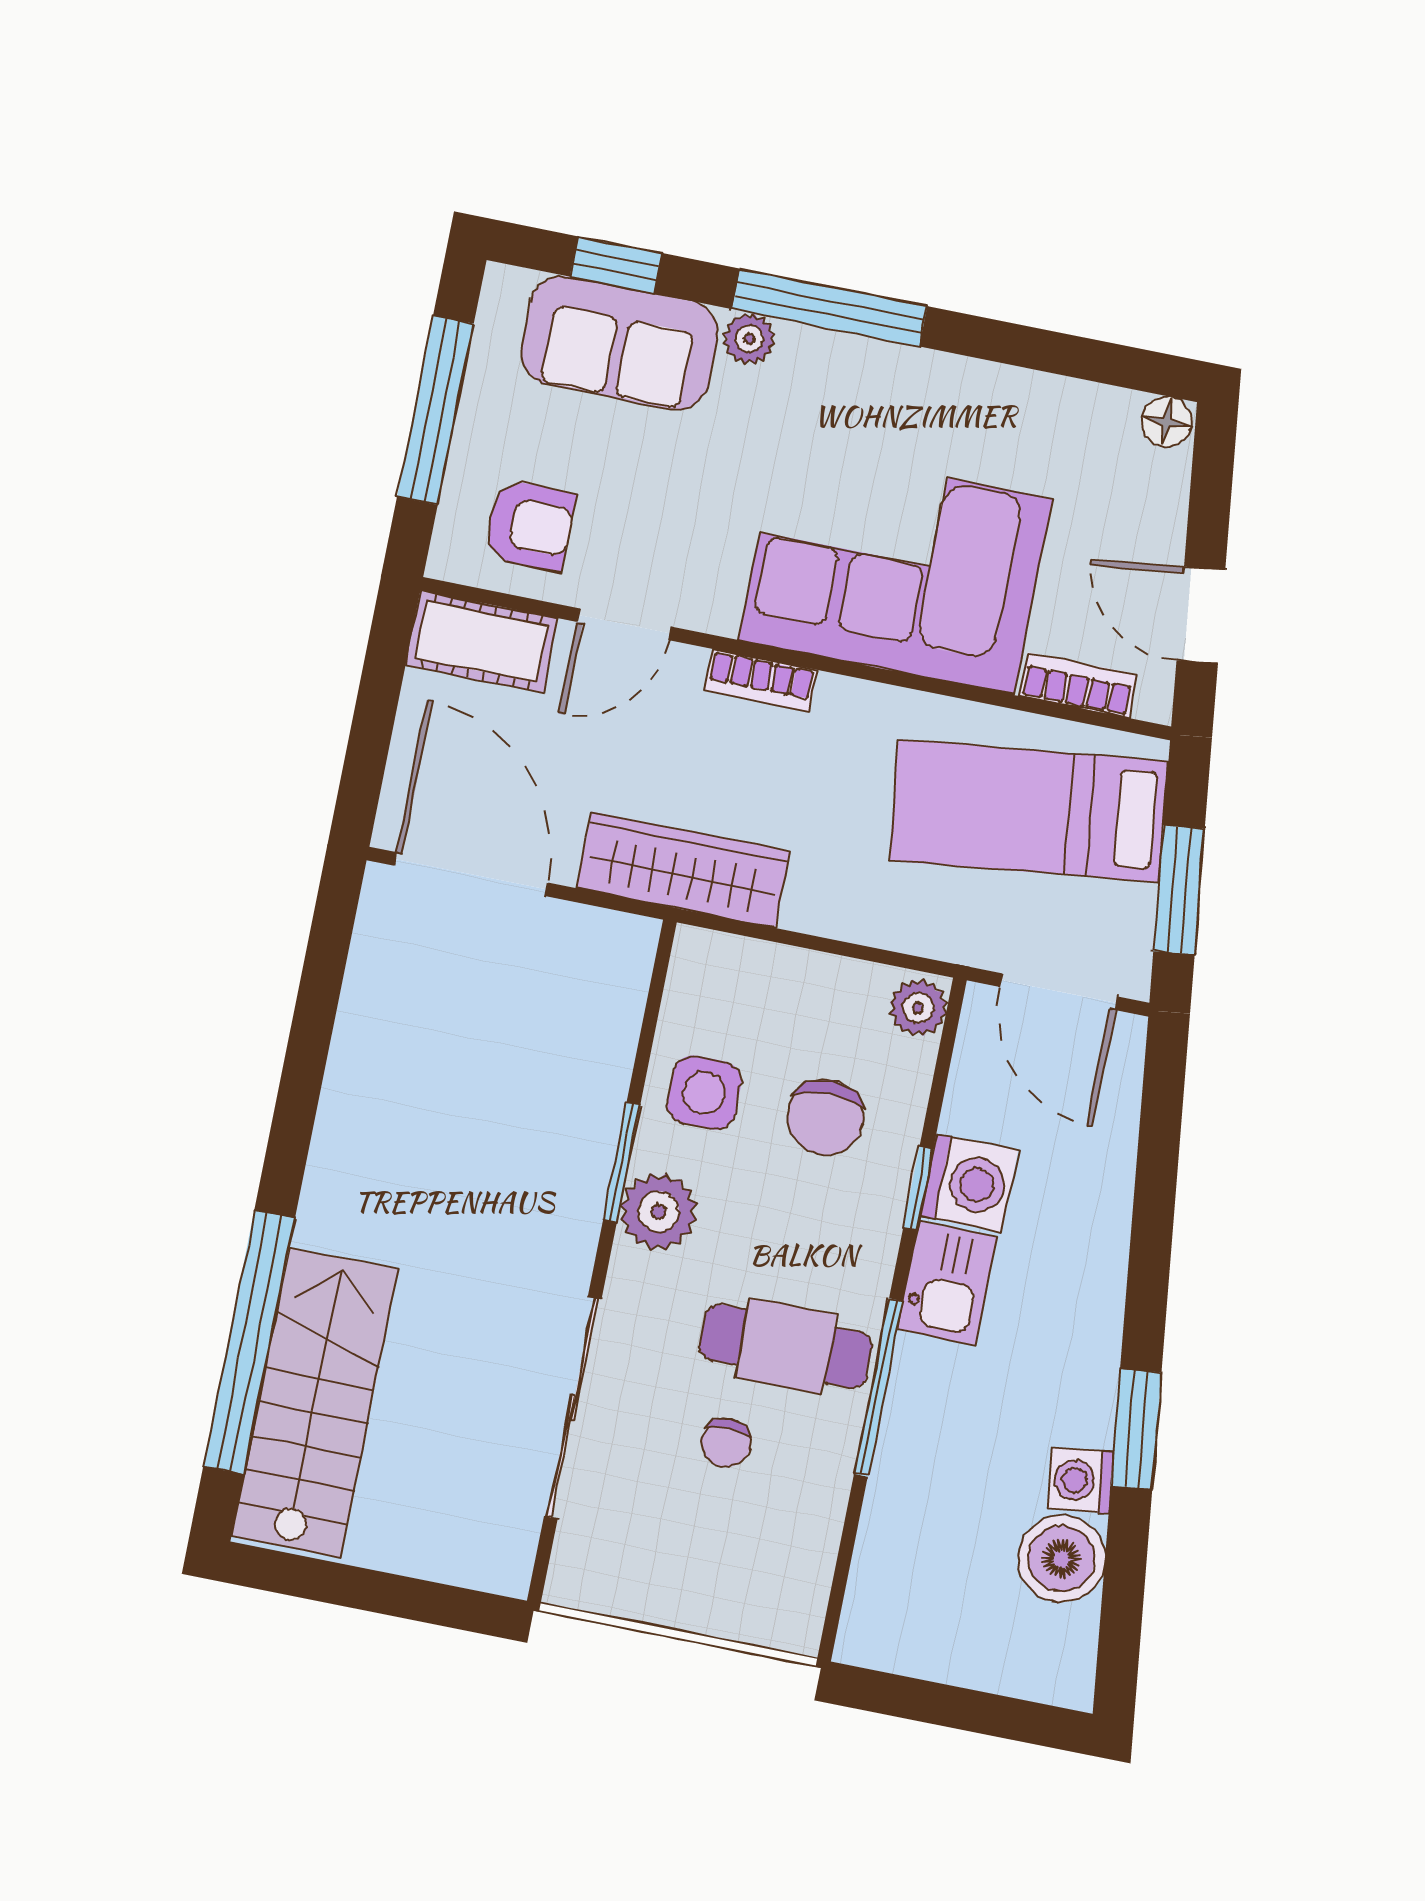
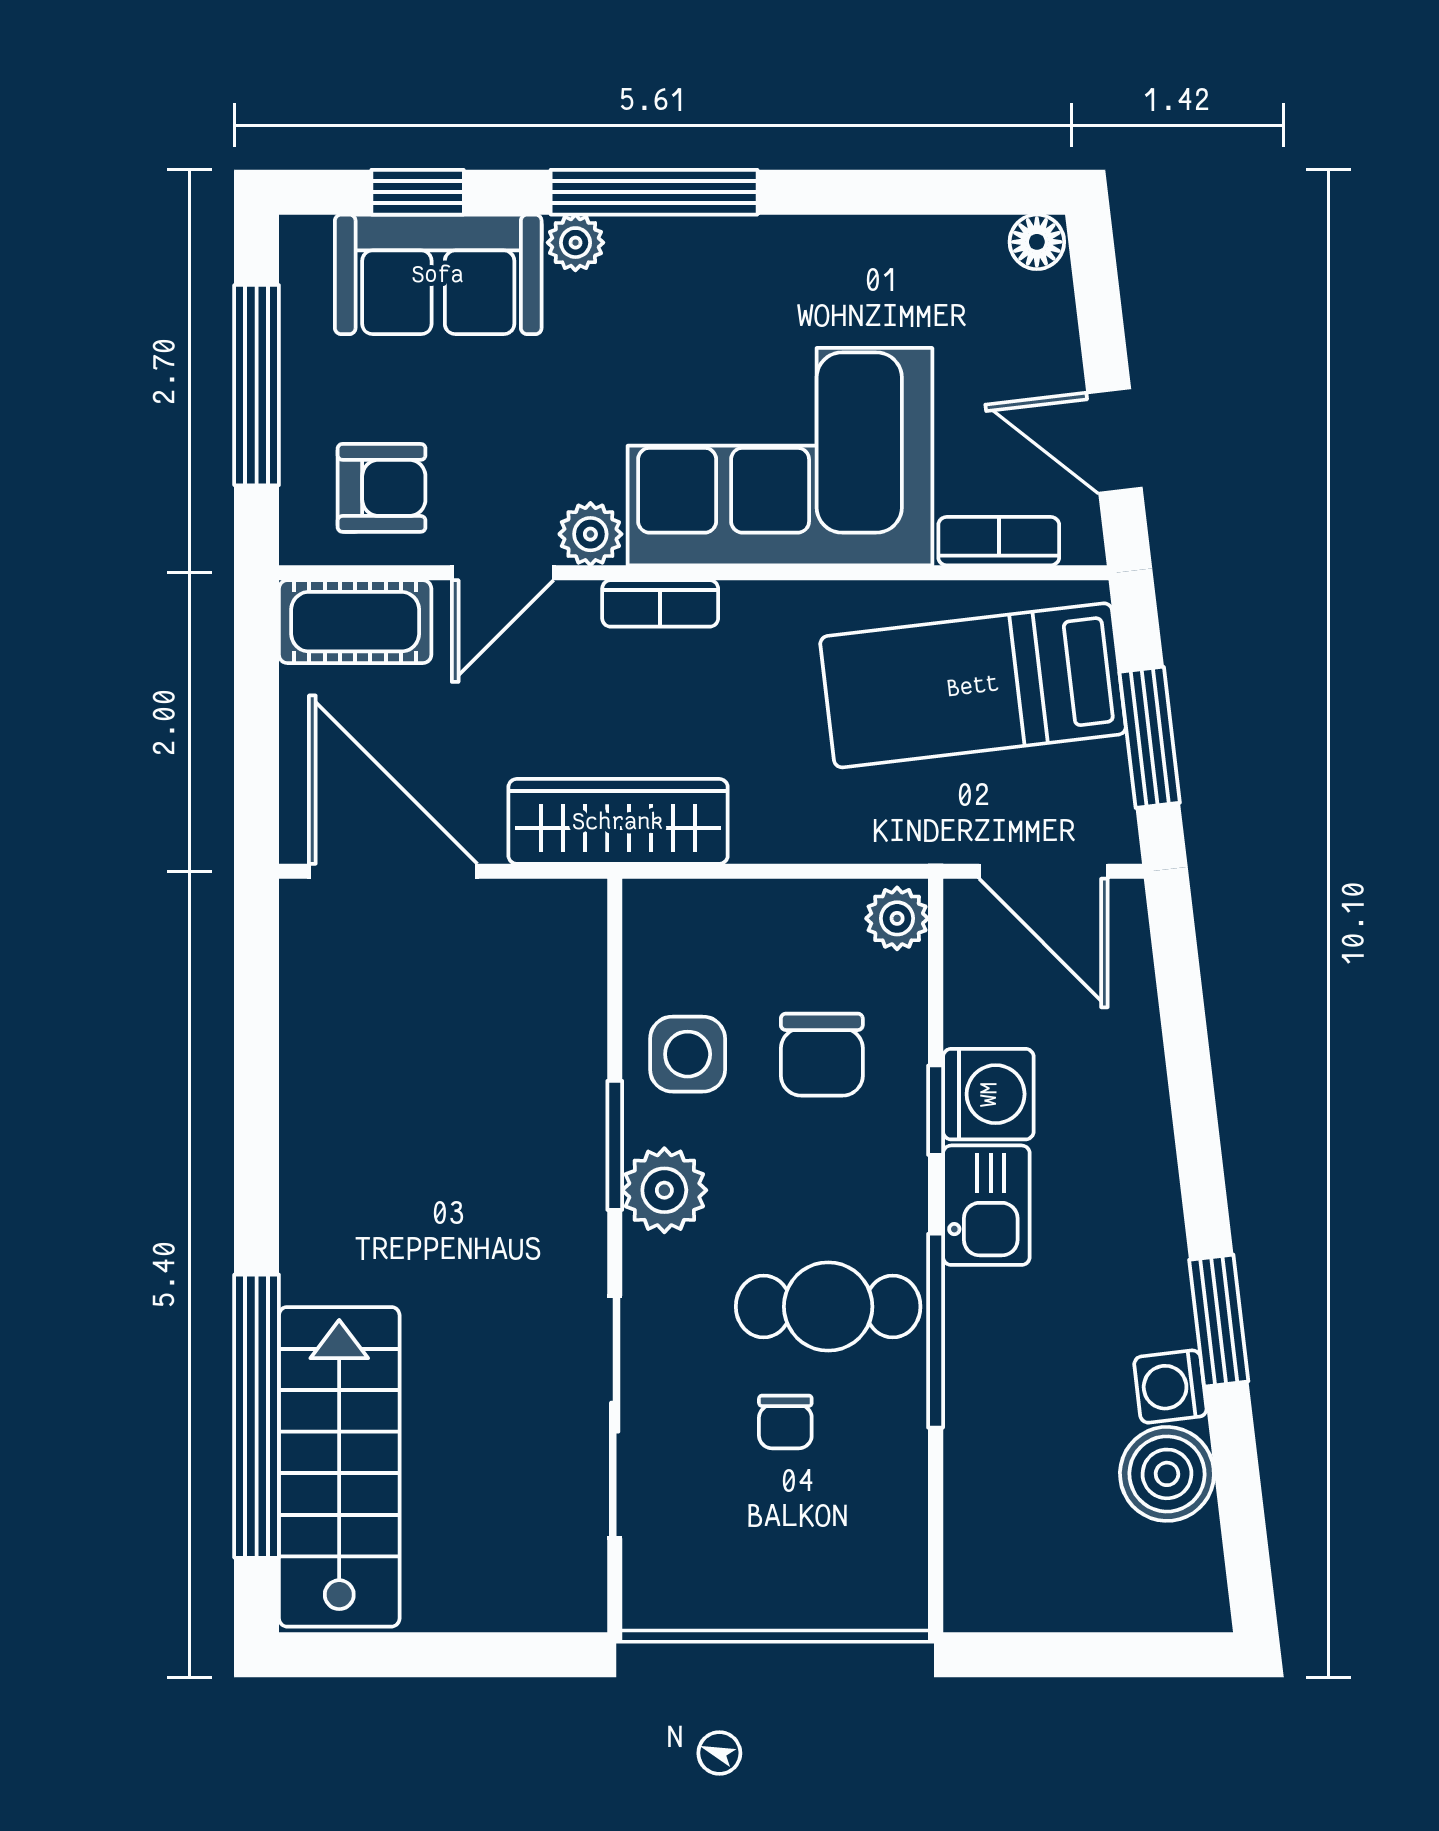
plant: (710, 605) -> (590, 534), added

